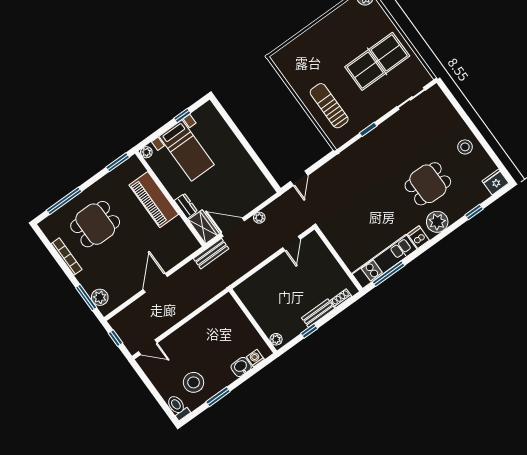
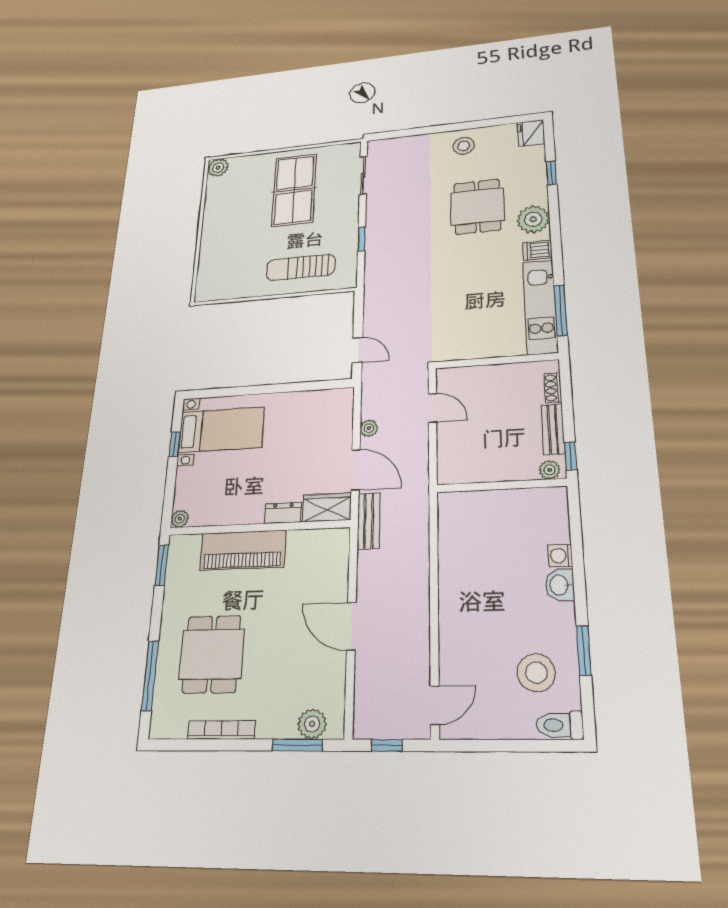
bed with nightstands: (187, 150) -> (221, 430), moved
door: (233, 227) -> (355, 470), swing flipped
wall: (253, 321) -> (501, 485), moved
plant: (276, 339) -> (550, 470), moved

